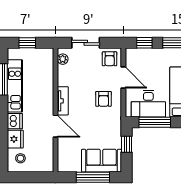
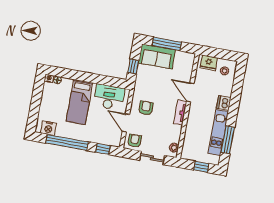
window: (155, 122) -> (106, 81), removed
fridge: (15, 139) -> (209, 63), moved, turned -90

